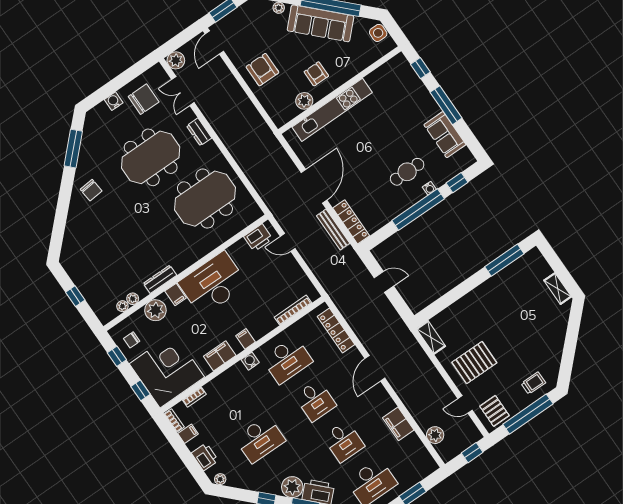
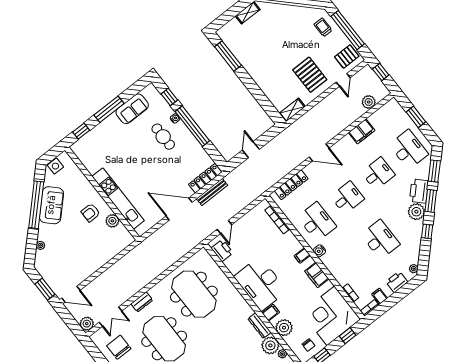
sofa: (320, 23) -> (51, 205), width x0.73
armchair: (262, 70) -> (90, 255), removed
plant: (133, 299) -> (270, 345), width x1.88, depth x1.88

